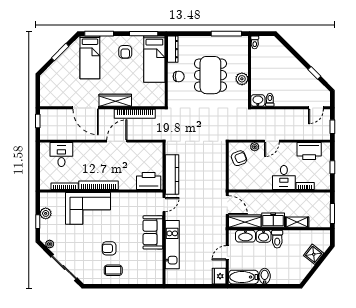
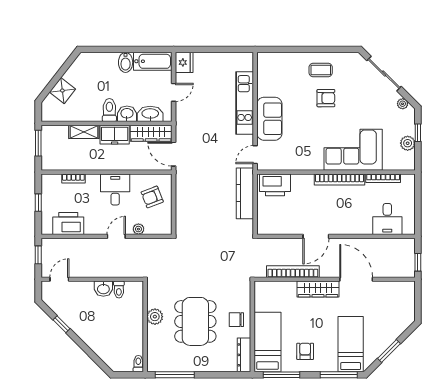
washbasin: (258, 101) -> (103, 289), moved
armchair: (239, 158) -> (152, 197), moved
desk: (284, 178) -> (115, 189), moved

